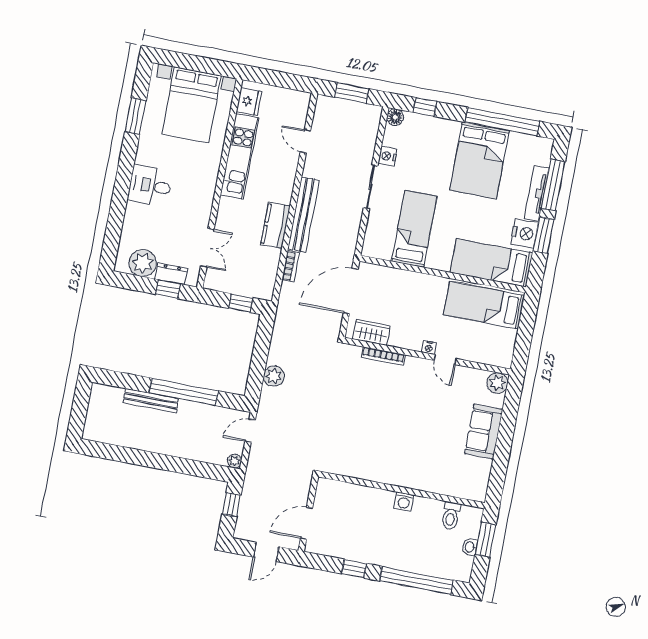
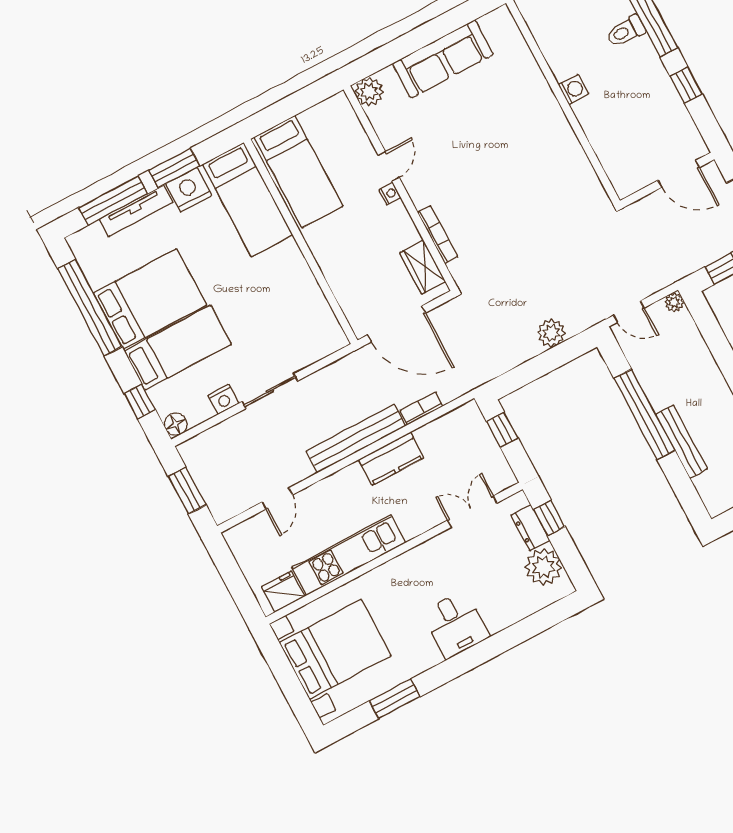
bed: (414, 229) -> (178, 348), moved, turned 180
sofa: (484, 432) -> (443, 59), width x1.36
toilet: (451, 516) -> (626, 31), moved, turned 180

